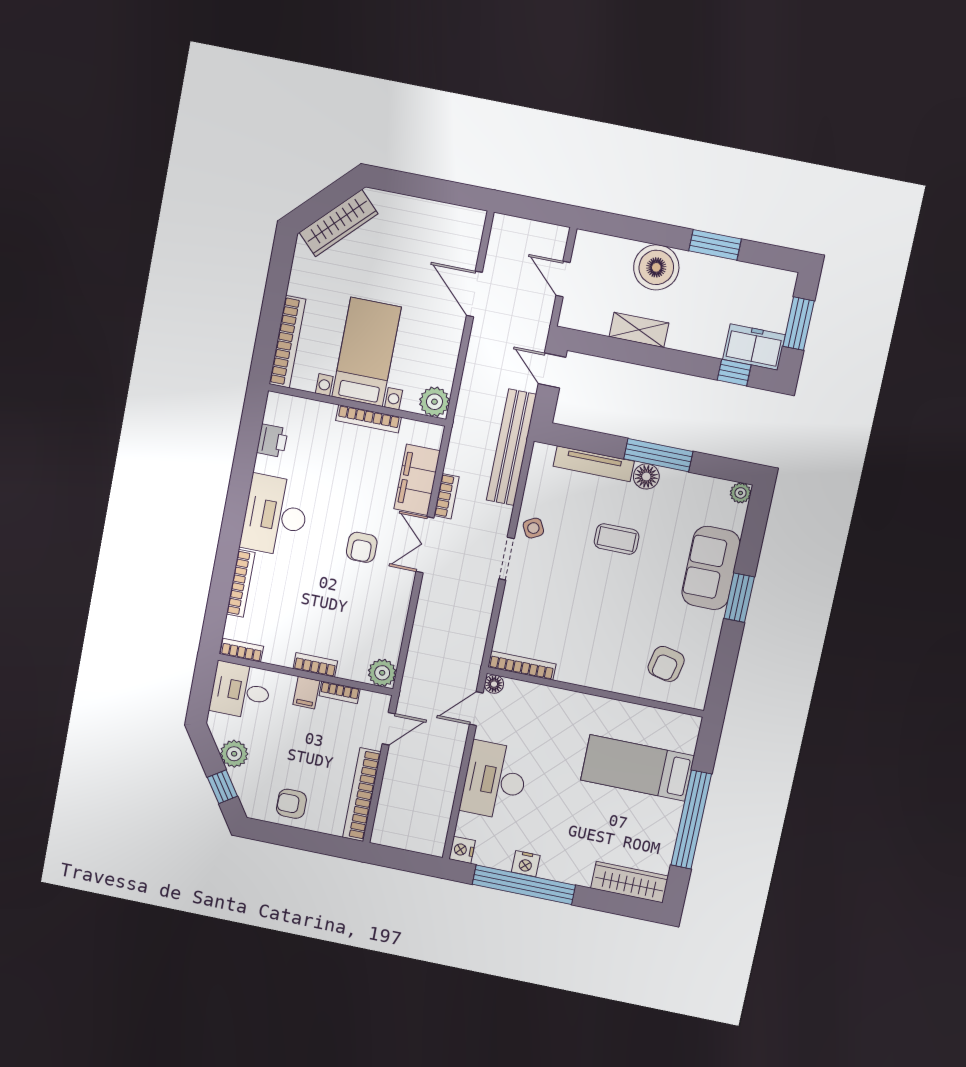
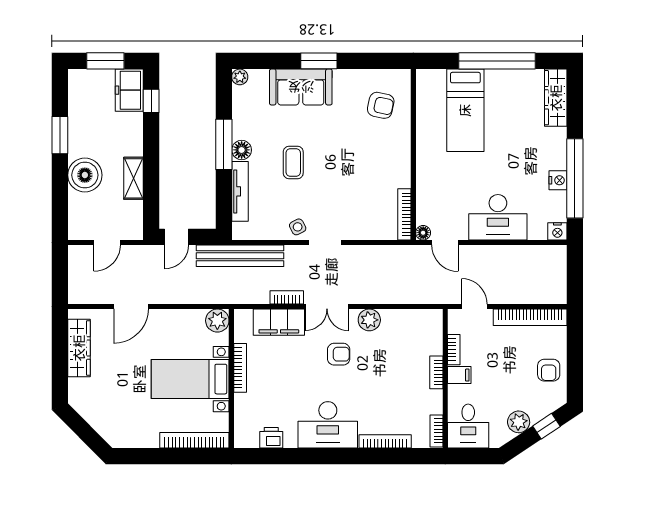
wardrobe: (339, 223) -> (79, 348), moved, turned 45
plant: (382, 673) -> (369, 320), moved

